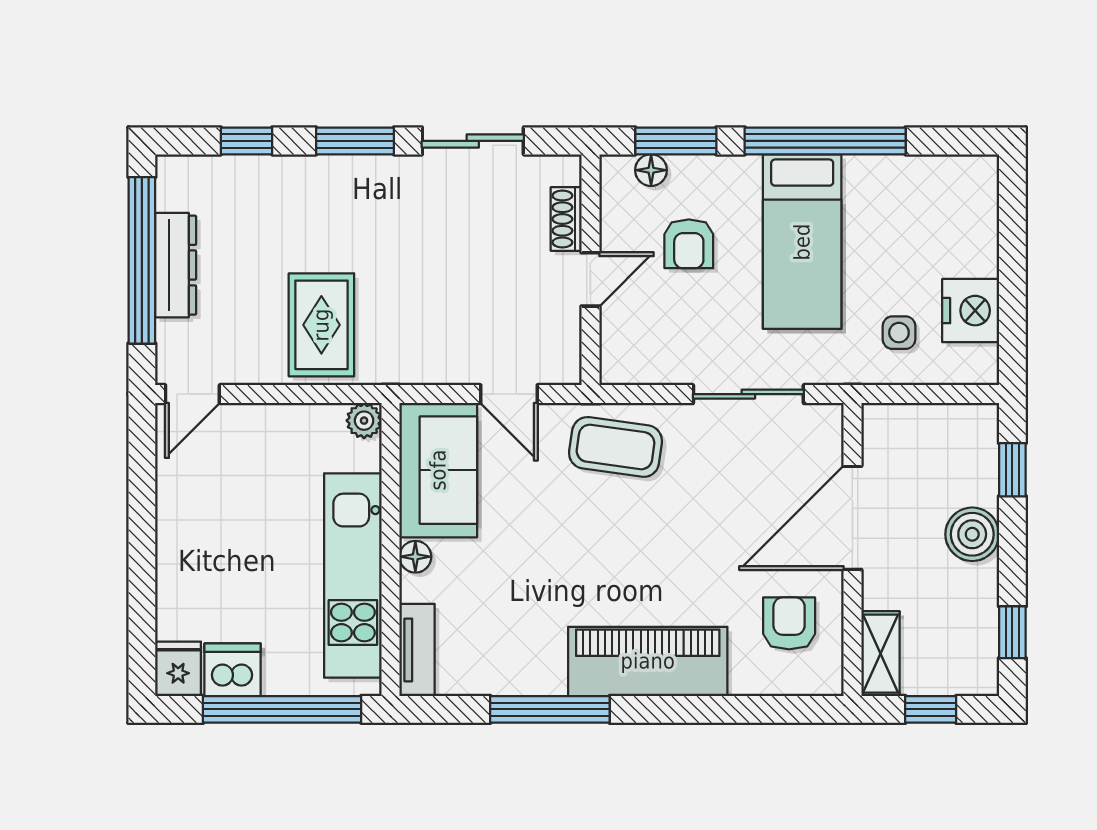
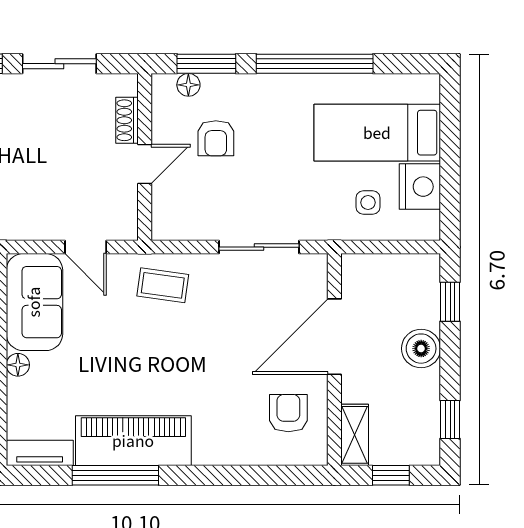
bed: (802, 242) -> (377, 133), moved, turned 90
coffee table: (616, 447) -> (163, 285), width x0.73, depth x0.77
tv unit: (417, 650) -> (40, 453), moved, turned -90
piano: (648, 661) -> (133, 441), moved

